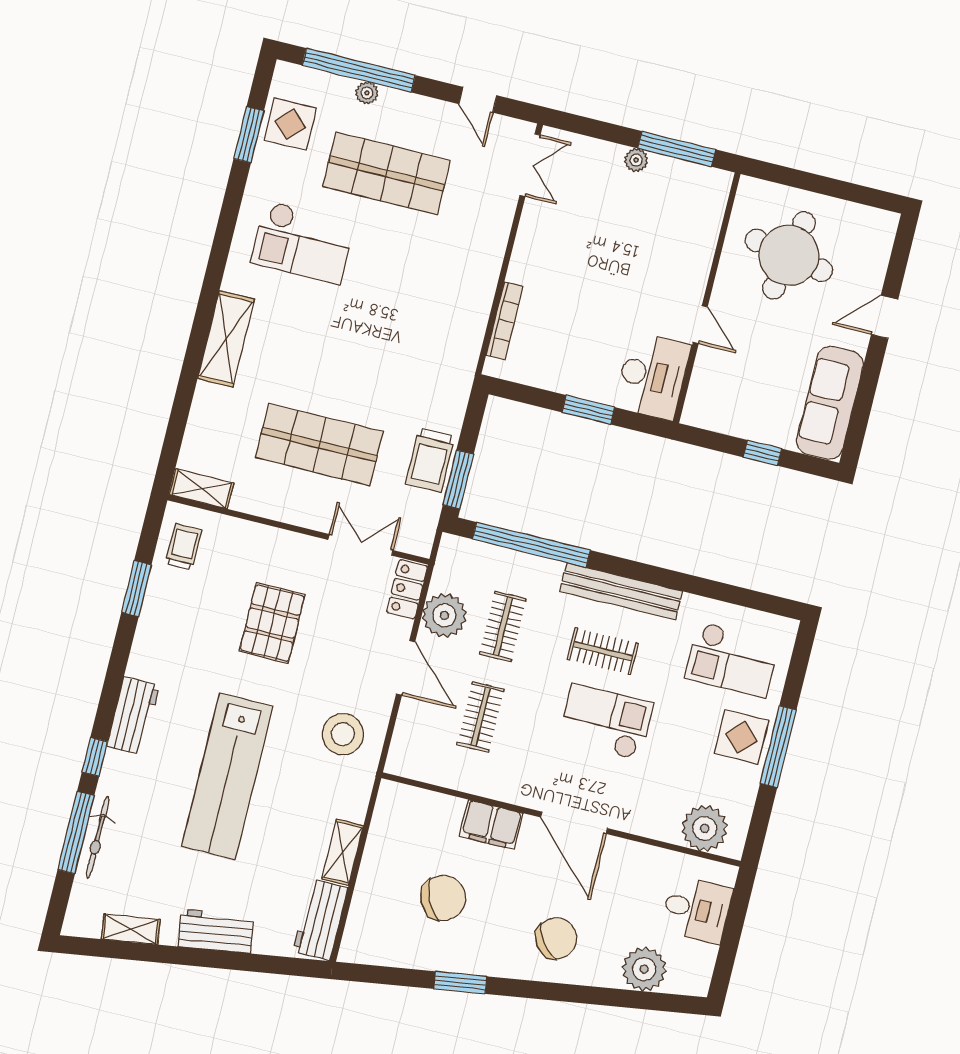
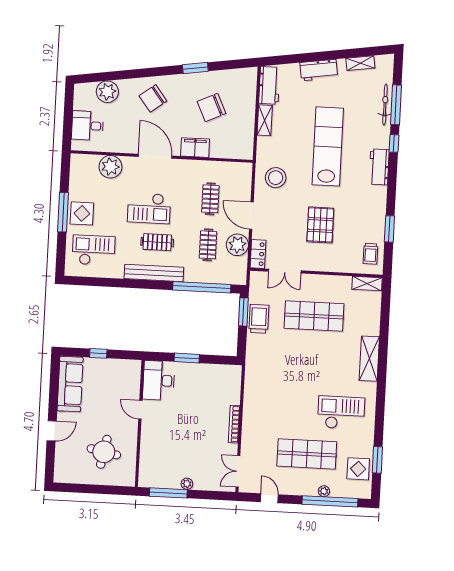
round table: (789, 255) -> (104, 452), width x0.73, depth x0.73
bookcase: (505, 321) -> (234, 424), moved
plant: (705, 828) -> (110, 167), moved

